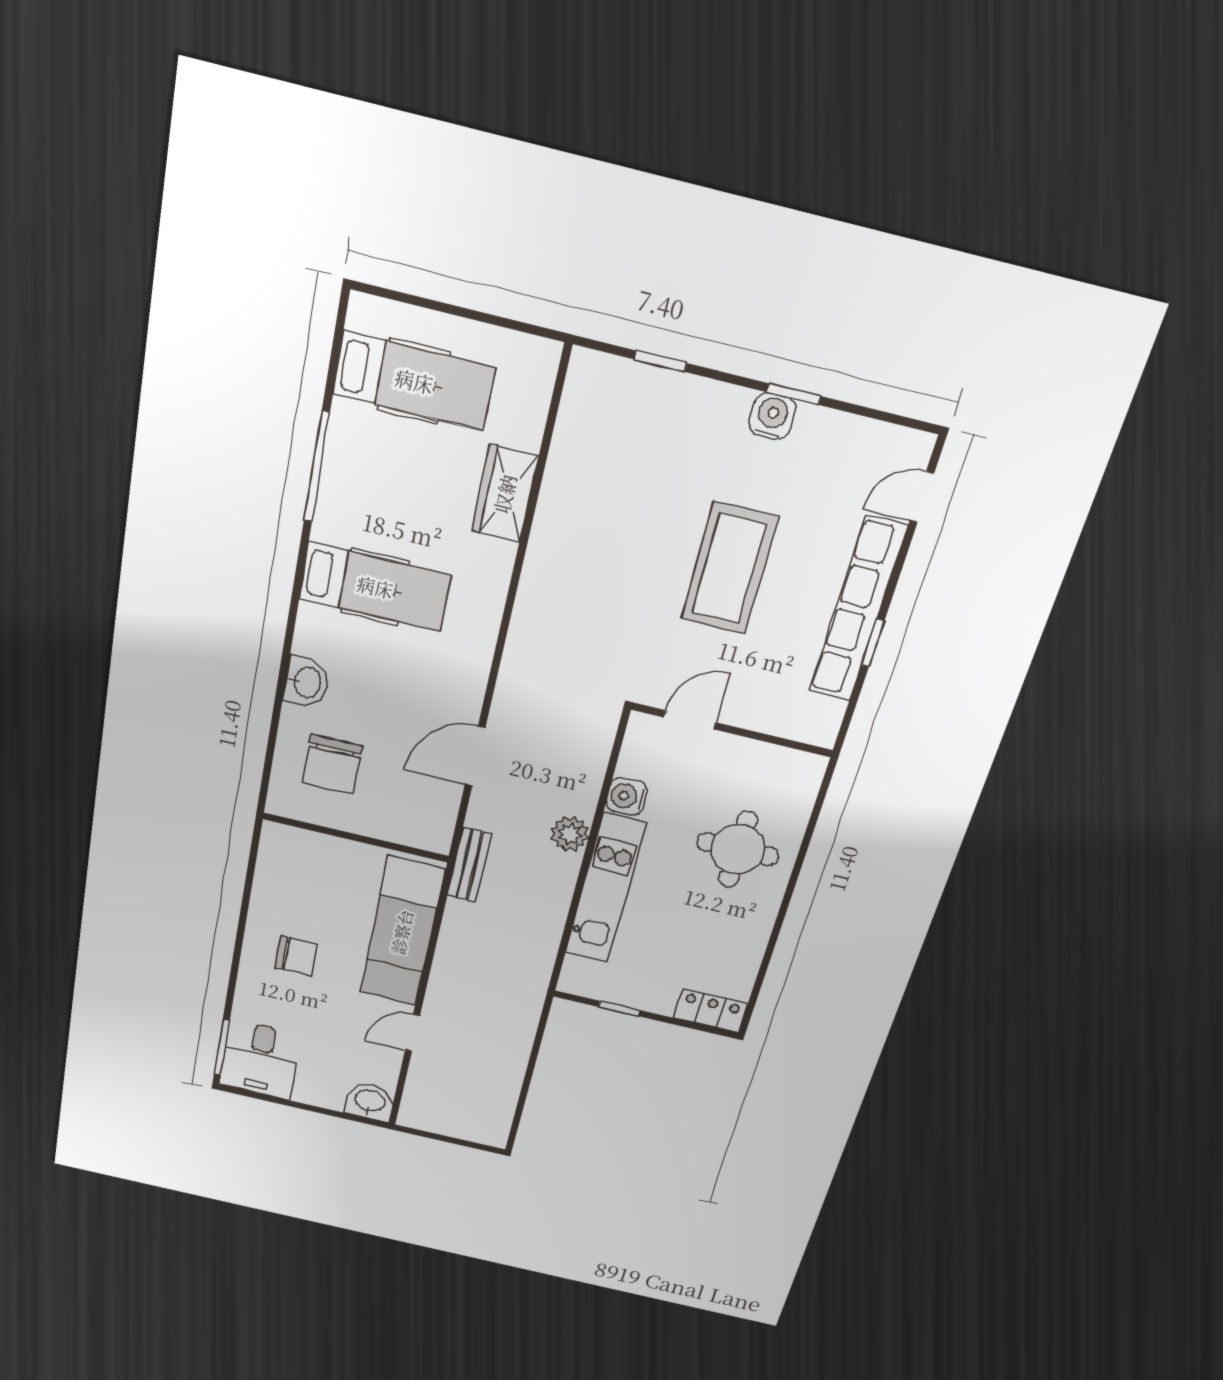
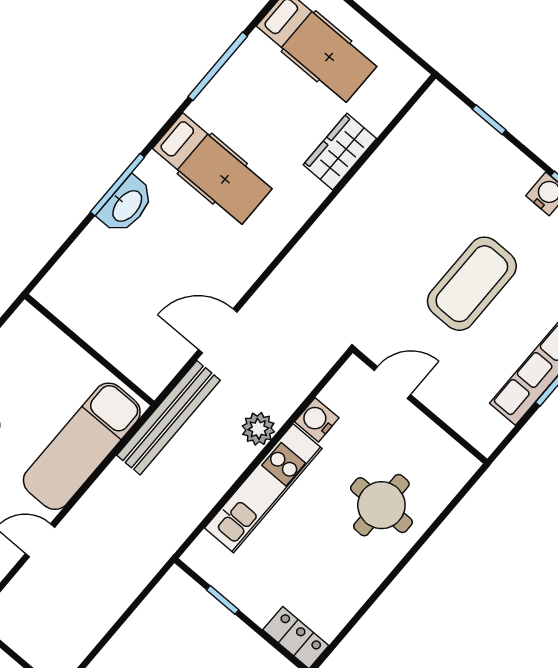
window: (286, 656) -> (117, 185), added
washbasin: (306, 682) -> (126, 205), width x1.38
chair: (332, 765) -> (105, 283), removed
bench: (469, 865) -> (168, 418), width x1.86, depth x1.21

